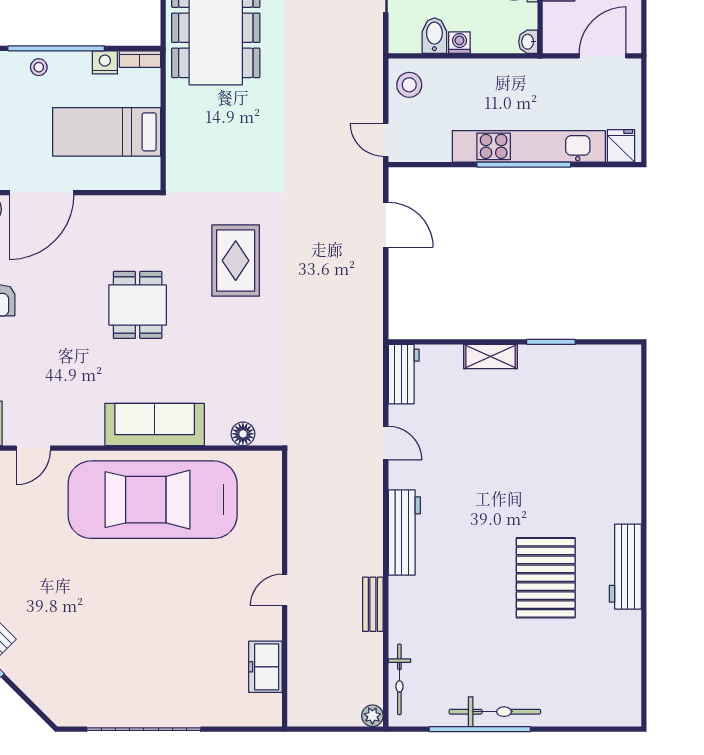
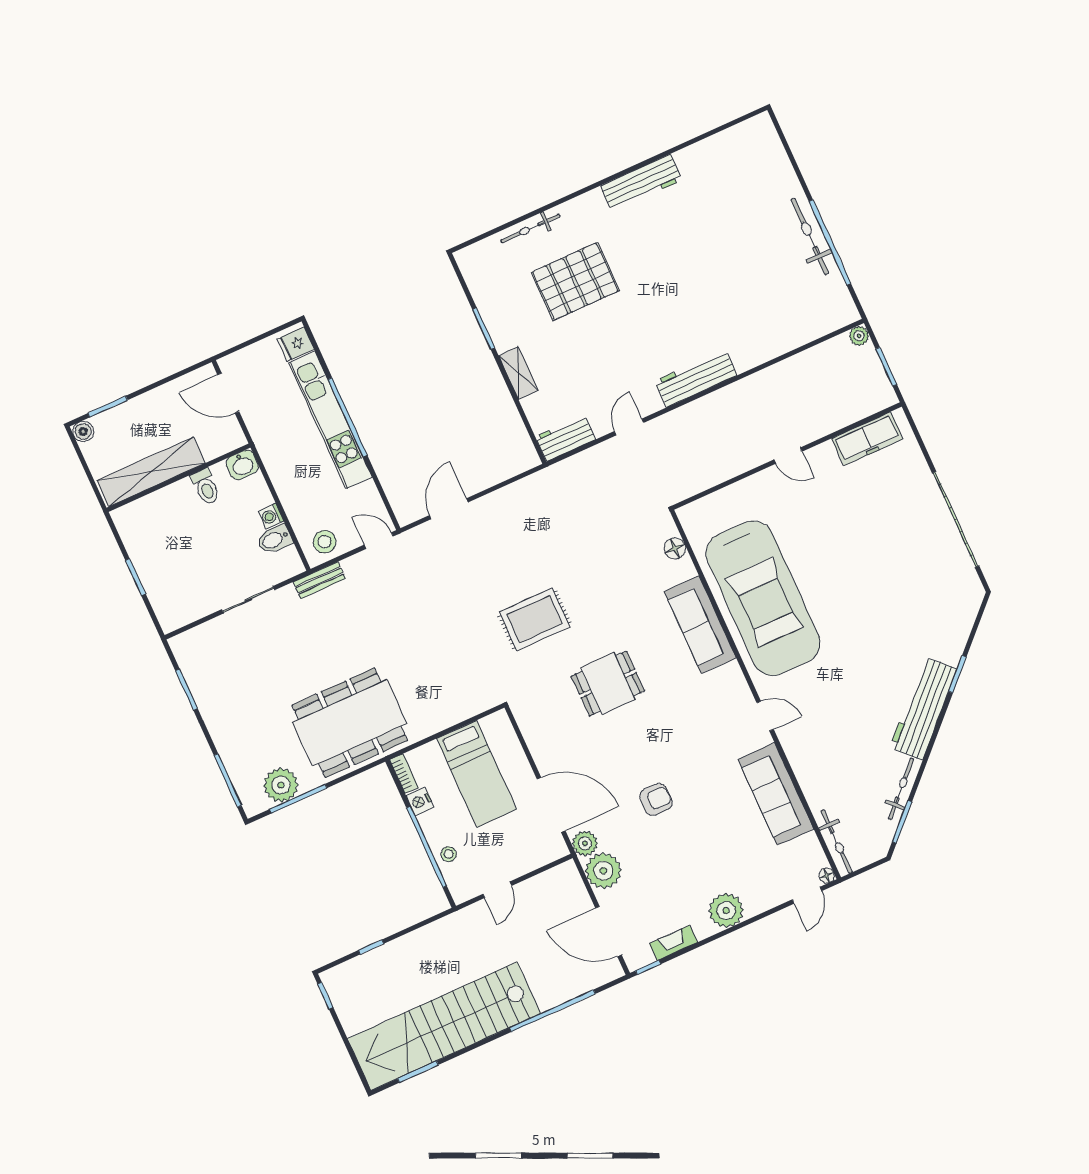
washbasin: (528, 42) -> (242, 465), width x1.38, depth x1.45
door: (386, 140) -> (379, 541), swing flipped
pallet: (546, 578) -> (575, 281), moved
bench: (373, 604) -> (319, 580), moved
freezer: (265, 667) -> (867, 439), width x1.40
bicycle: (399, 679) -> (530, 229), moved, turned 180
window: (329, 729) -> (886, 367), added

